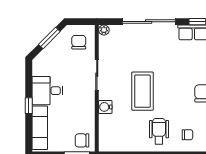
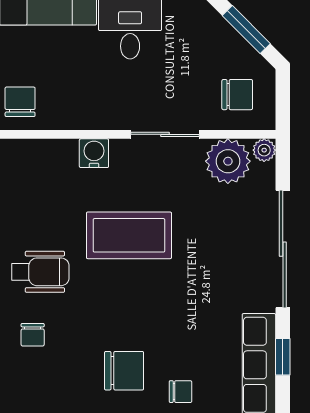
plant: (109, 46) -> (228, 161), added

